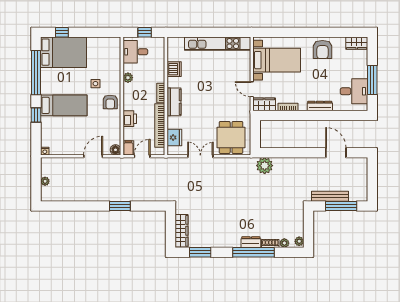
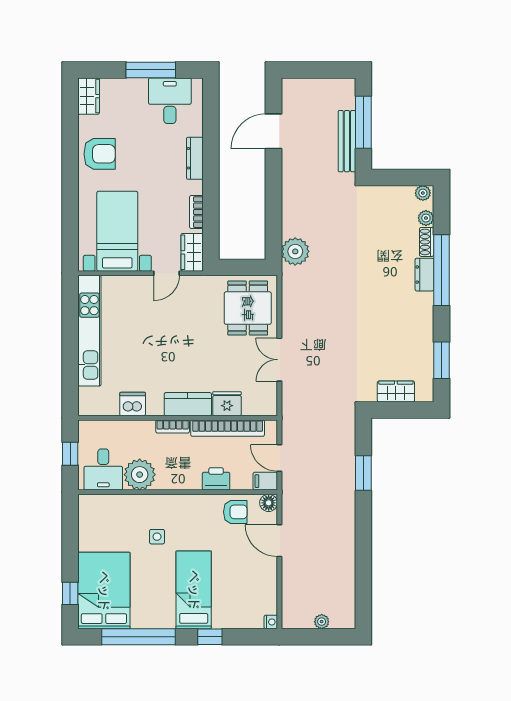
plant: (128, 78) -> (140, 475), width x1.88, depth x1.88
armchair: (110, 102) -> (235, 512), moved
fridge: (174, 137) -> (227, 404), moved
dining table: (231, 137) -> (248, 308), turned 90
window: (120, 206) -> (363, 473), moved
wardrobe: (182, 231) -> (396, 392), width x0.67

